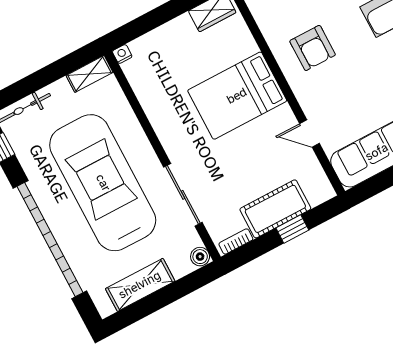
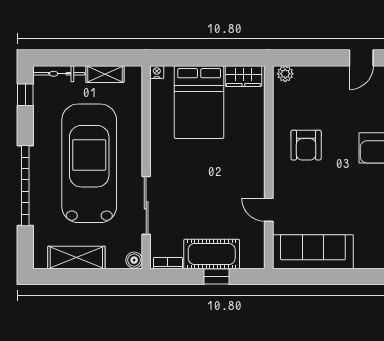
shelving: (89, 74) -> (105, 74), moved
bed: (237, 96) -> (199, 102), moved, turned -90
garage door: (50, 240) -> (25, 186), width x0.73

